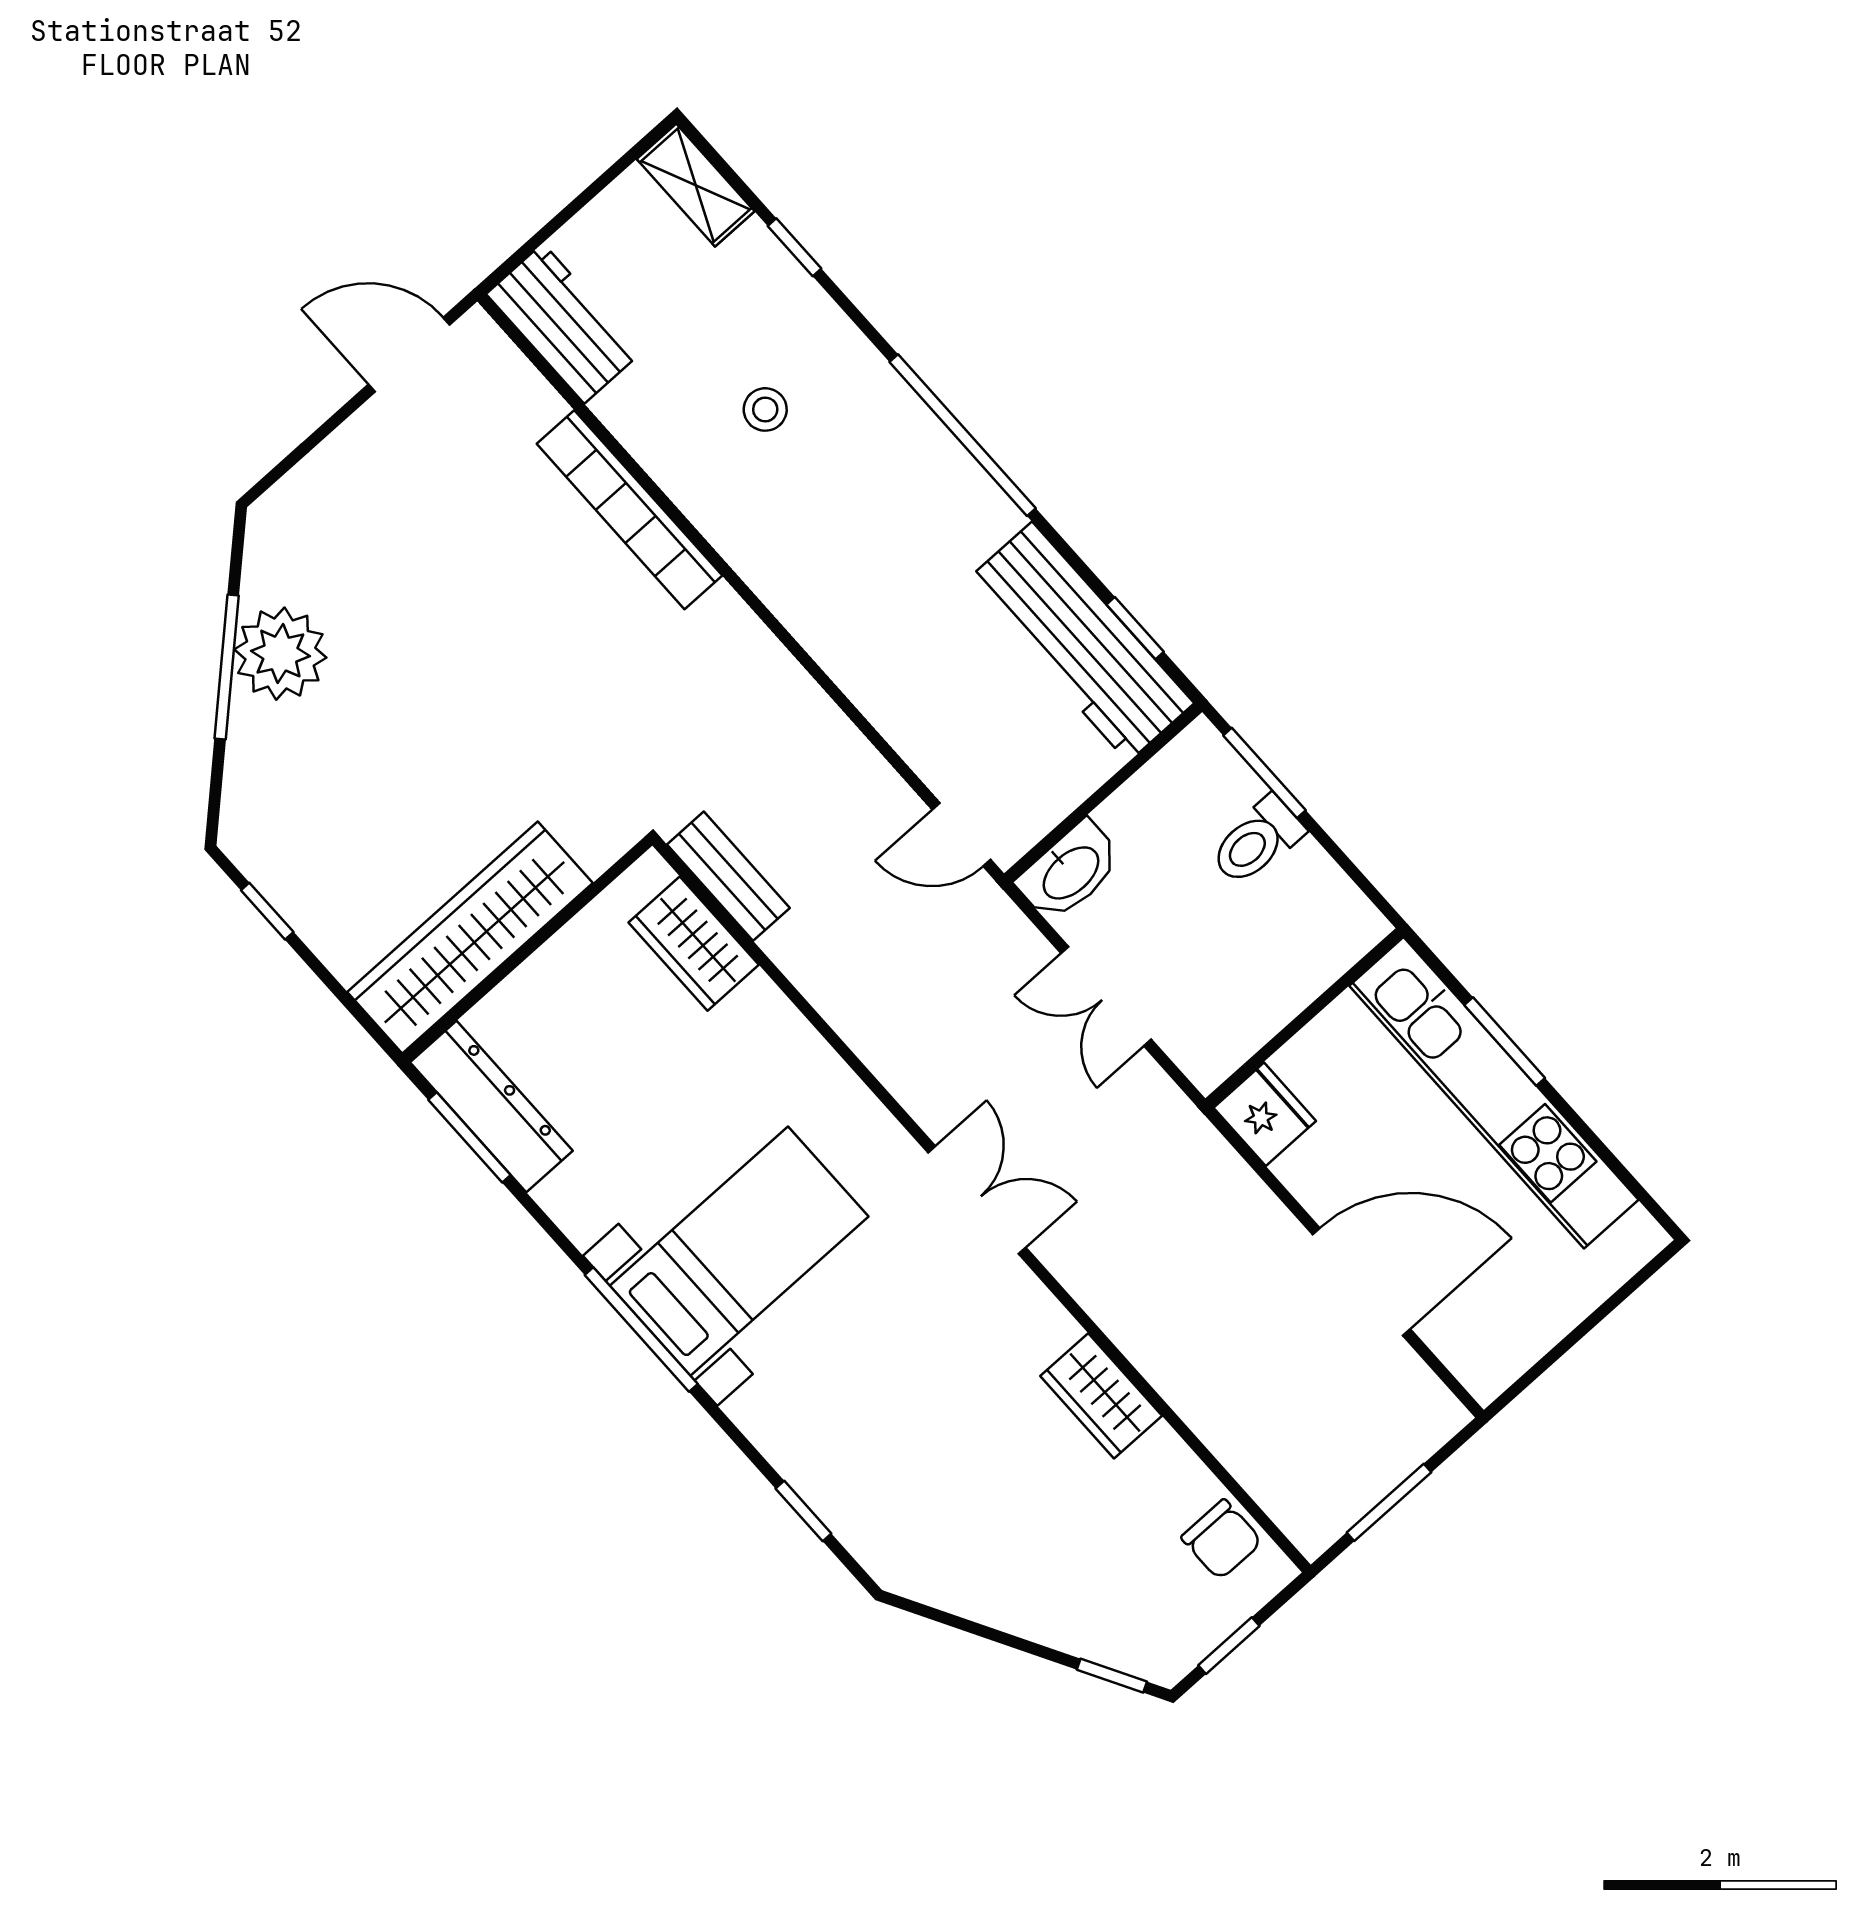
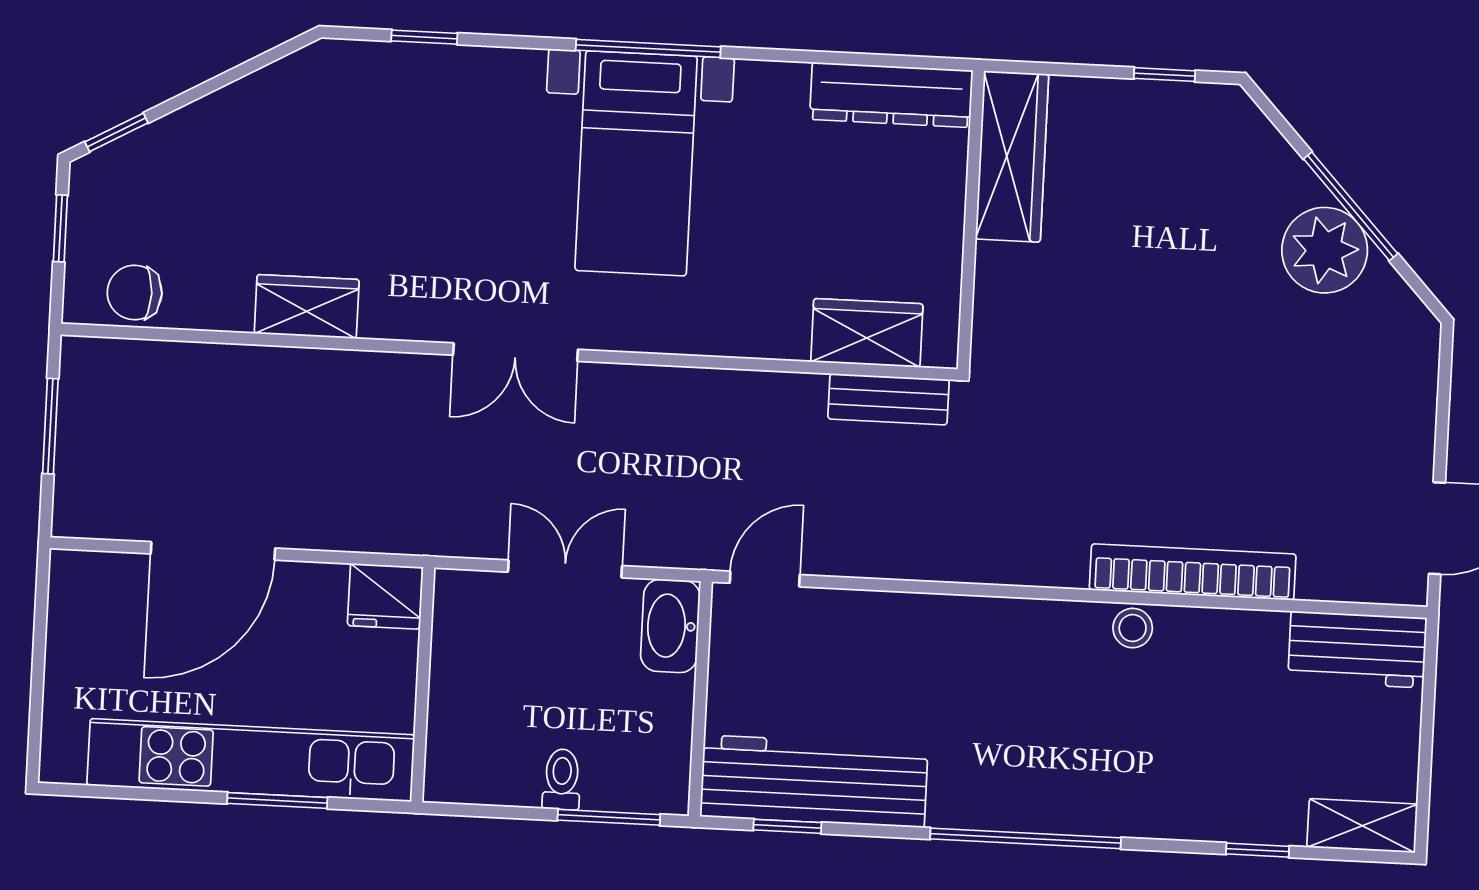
stool: (765, 409) -> (1133, 628), moved
toilet: (1257, 841) -> (562, 779), width x0.73, depth x0.72
wardrobe: (470, 937) -> (1012, 156), width x0.71, depth x0.85
window: (469, 1137) -> (885, 60), removed

